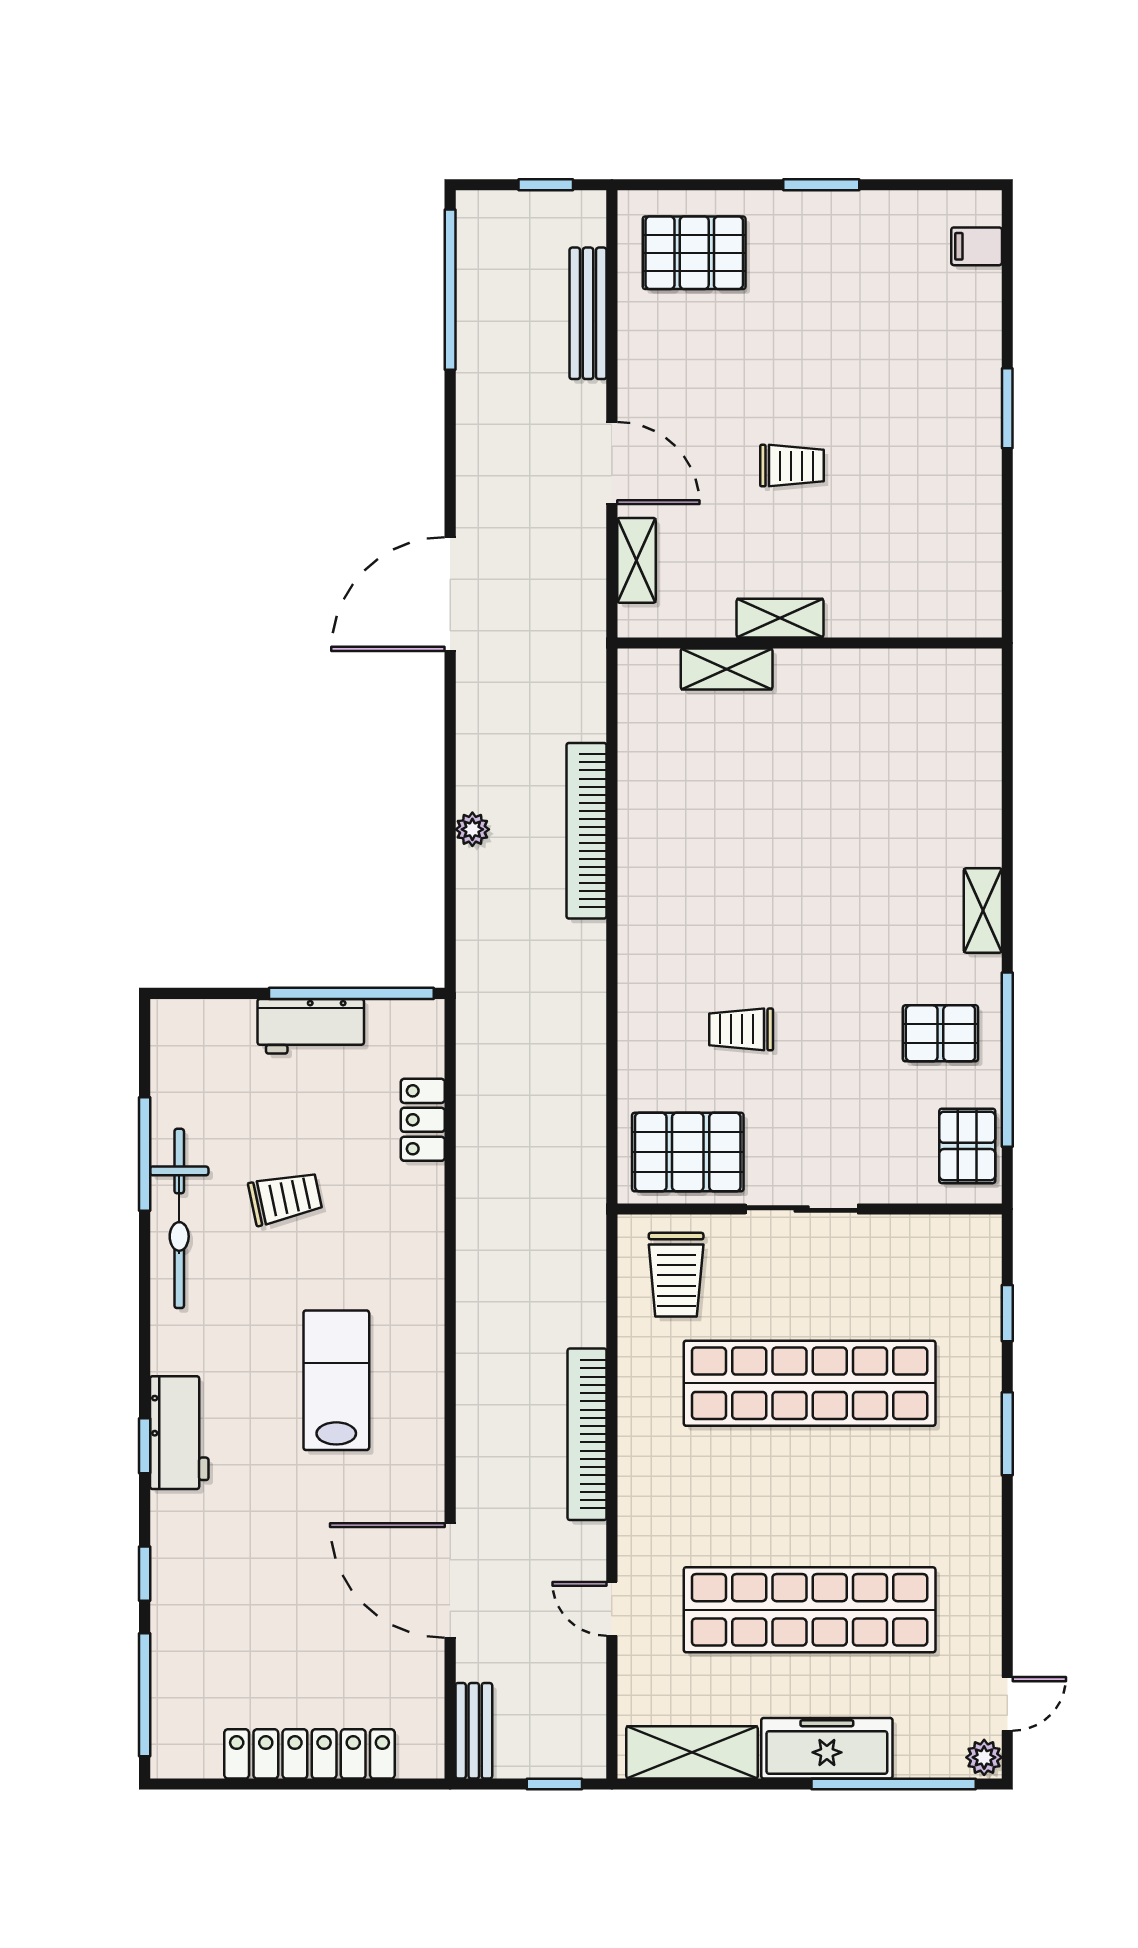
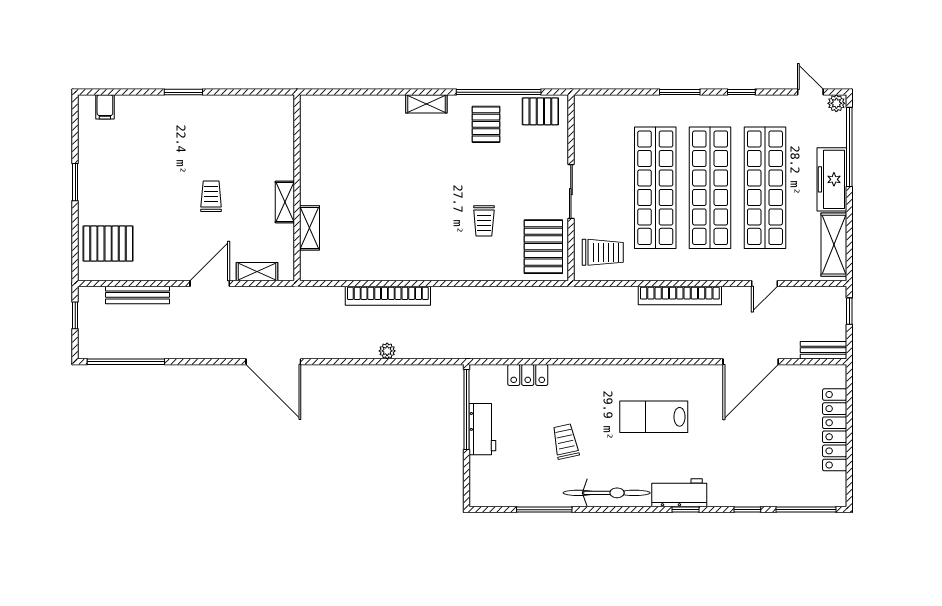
pallet: (694, 253) -> (108, 244), turned 90
bicycle: (179, 1218) -> (607, 493), moved
window: (1007, 1313) -> (741, 92), moved
shop shelf: (810, 1497) -> (710, 188), added

